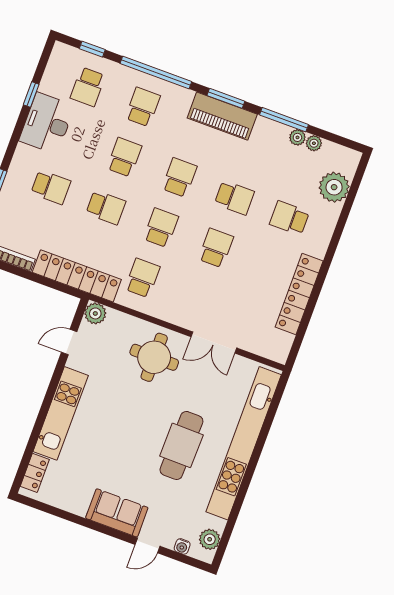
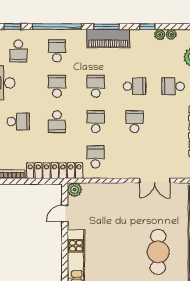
window: (284, 120) -> (147, 27), width x0.46
school desk: (106, 207) -> (57, 122), turned 90
round table: (154, 357) -> (121, 203), removed

